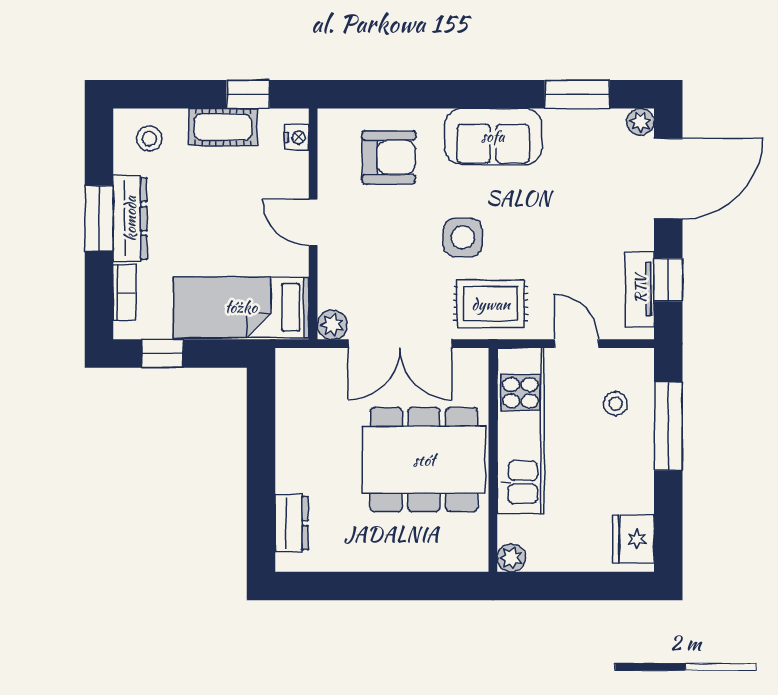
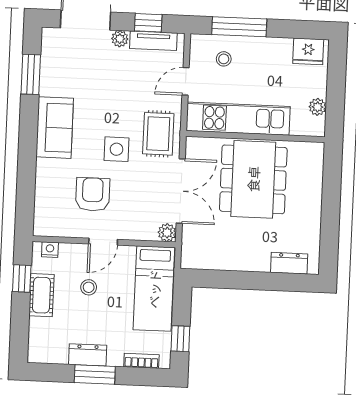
plant: (641, 122) -> (120, 39), moved
stool: (149, 139) -> (89, 287), moved
armchair: (389, 157) -> (93, 194), moved
dresser: (130, 219) -> (88, 355), width x0.70
plant: (511, 558) -> (318, 107), moved

